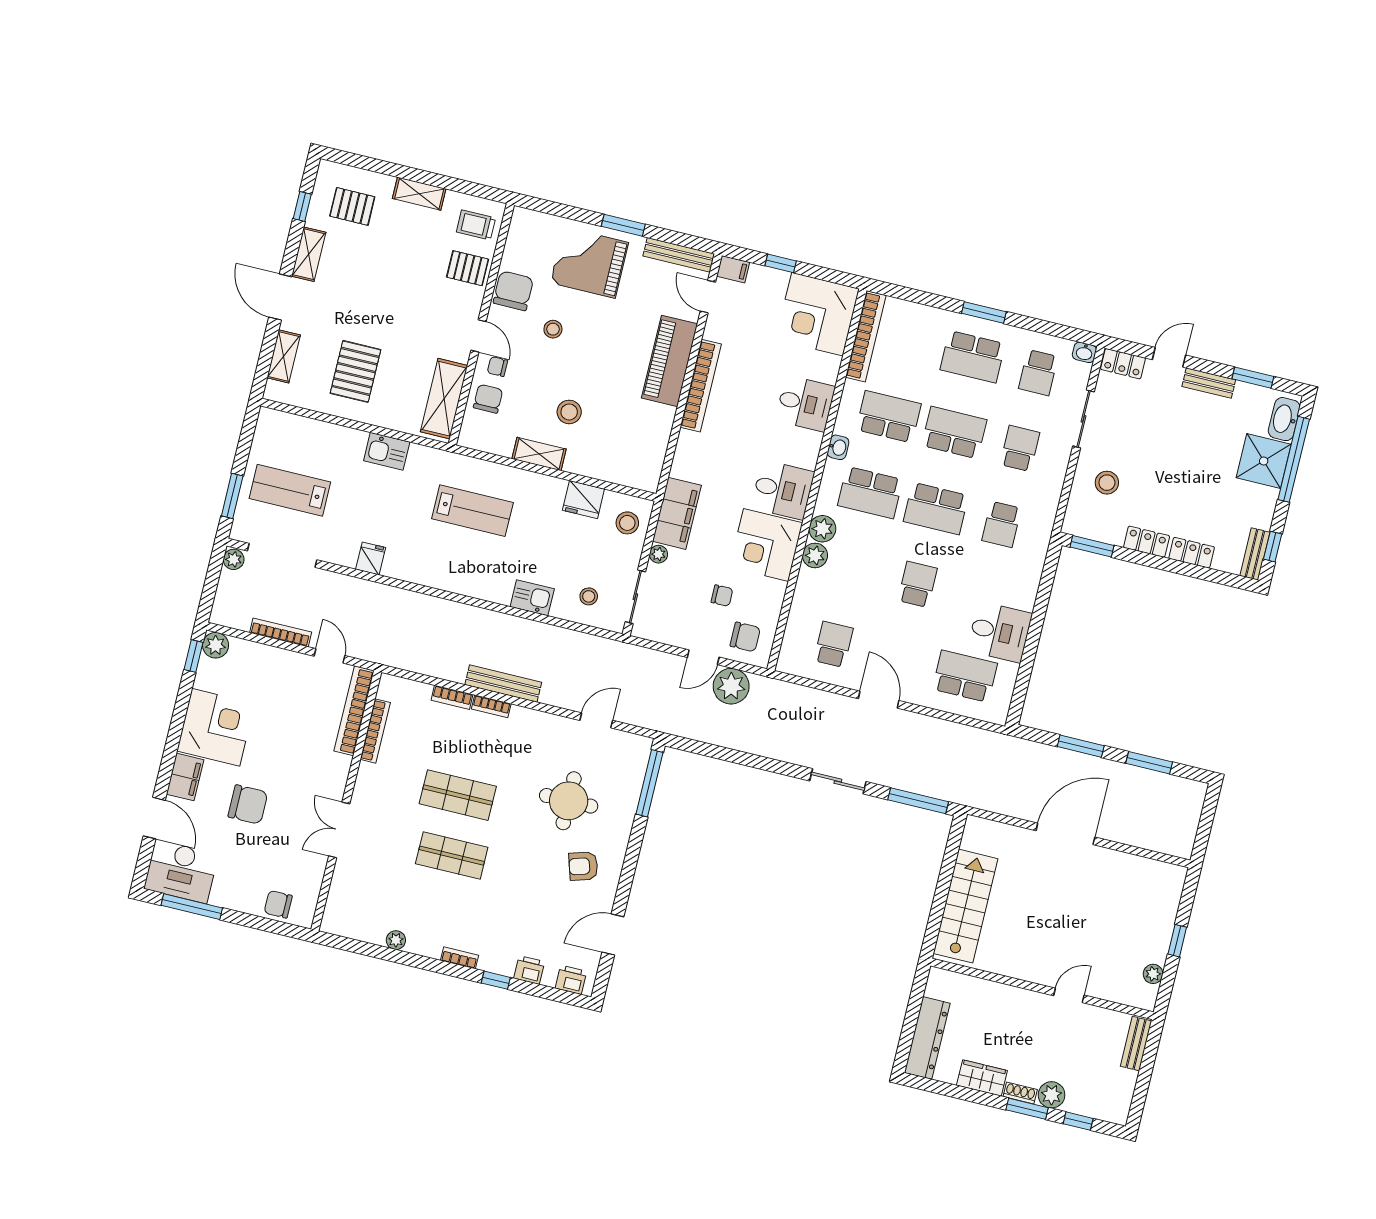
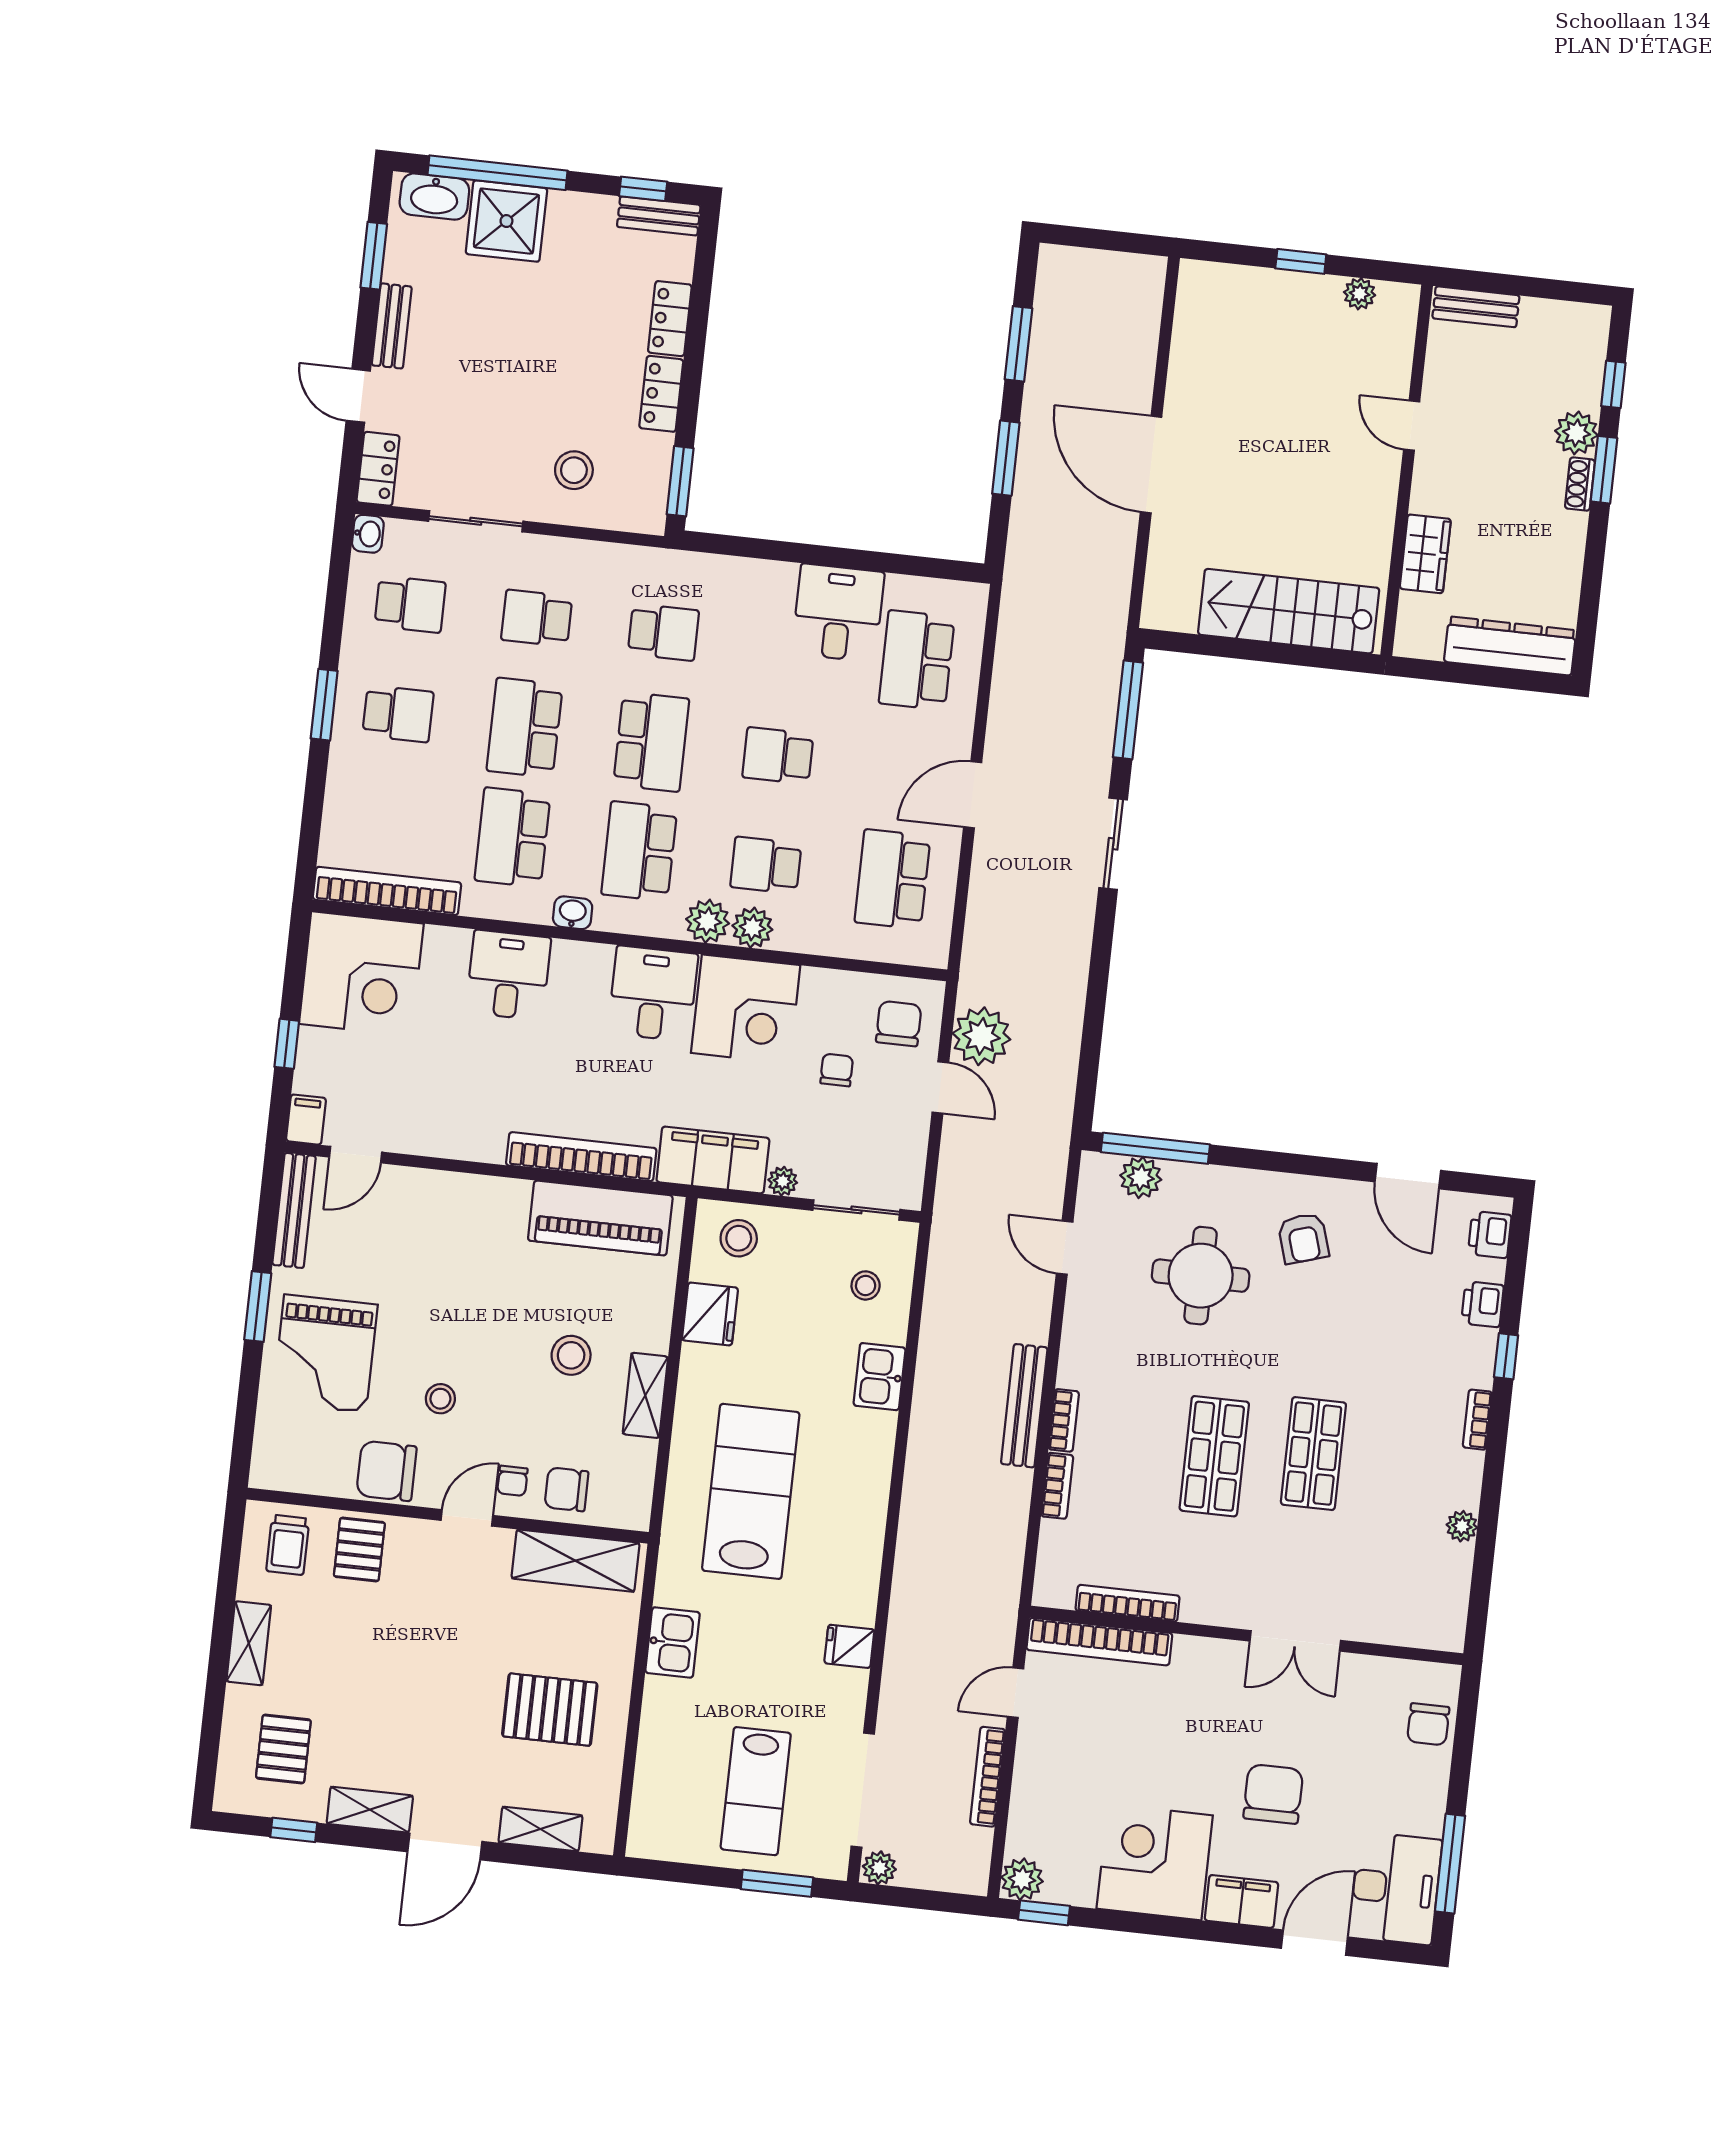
school desk: (973, 357) -> (398, 714), width x0.54
piano: (670, 361) -> (600, 1218), moved
bookcase: (701, 386) -> (581, 1157), moved
school desk: (870, 493) -> (639, 851), turned 180
lab bench: (472, 511) -> (751, 1491), width x1.36, depth x1.39
school desk: (852, 568) -> (766, 865), added
school desk: (833, 644) -> (892, 879), width x1.85
plant: (633, 772) -> (1141, 1178), added
wardrobe: (982, 1078) -> (1425, 554), moved, turned 180

